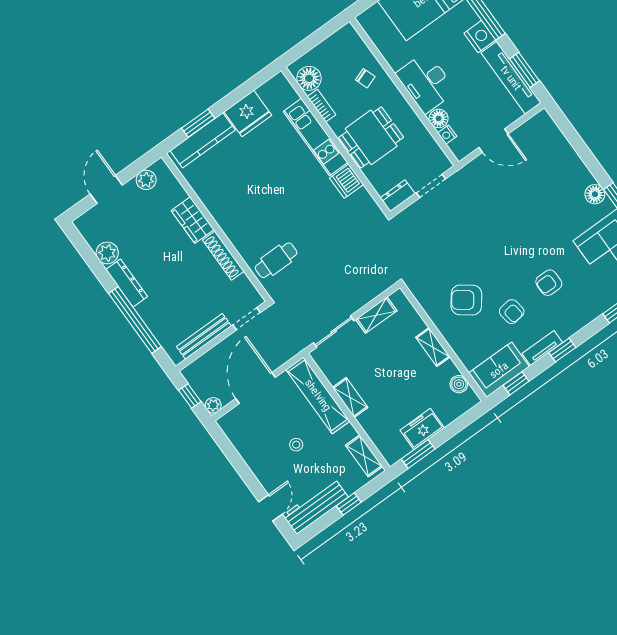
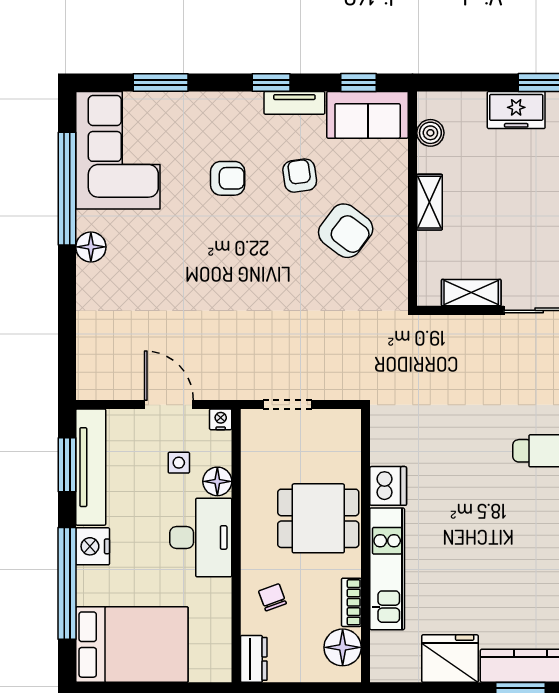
side table: (466, 114) -> (179, 463), added
nightstand: (447, 135) -> (221, 419), moved, turned -90
dresser: (398, 196) -> (254, 659), moved, turned -90

